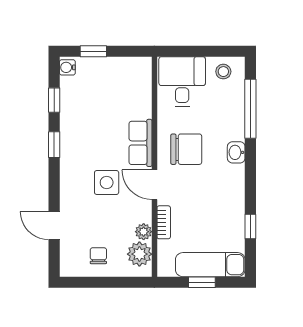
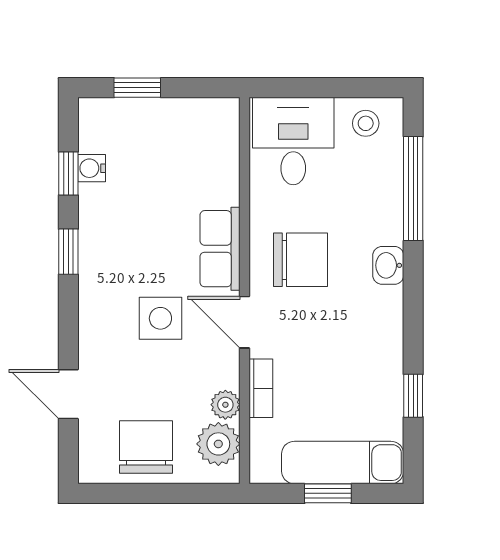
water cooler: (67, 67) -> (92, 168), moved
chair: (98, 256) -> (146, 447), width x1.87, depth x1.87

